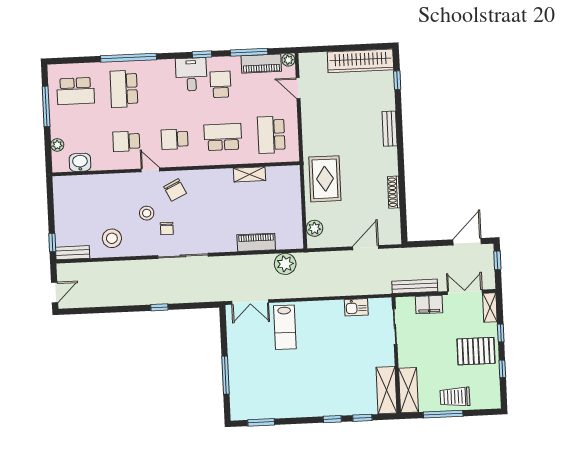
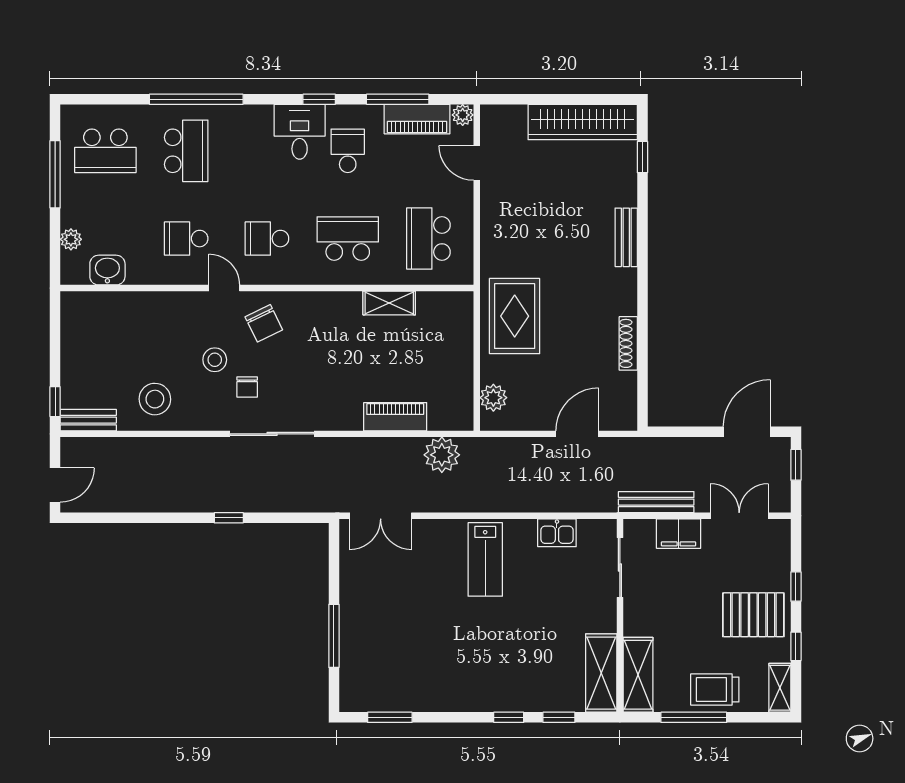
school desk: (124, 89) -> (186, 151), turned 180
shelving: (490, 308) -> (780, 688), moved
lab bench: (285, 327) -> (485, 559), moved

